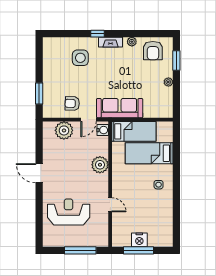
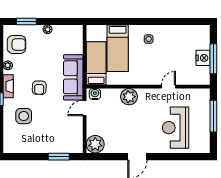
armchair: (72, 103) -> (39, 88), moved
door: (88, 120) -> (85, 108), swing flipped
plant: (64, 130) -> (95, 144), moved

